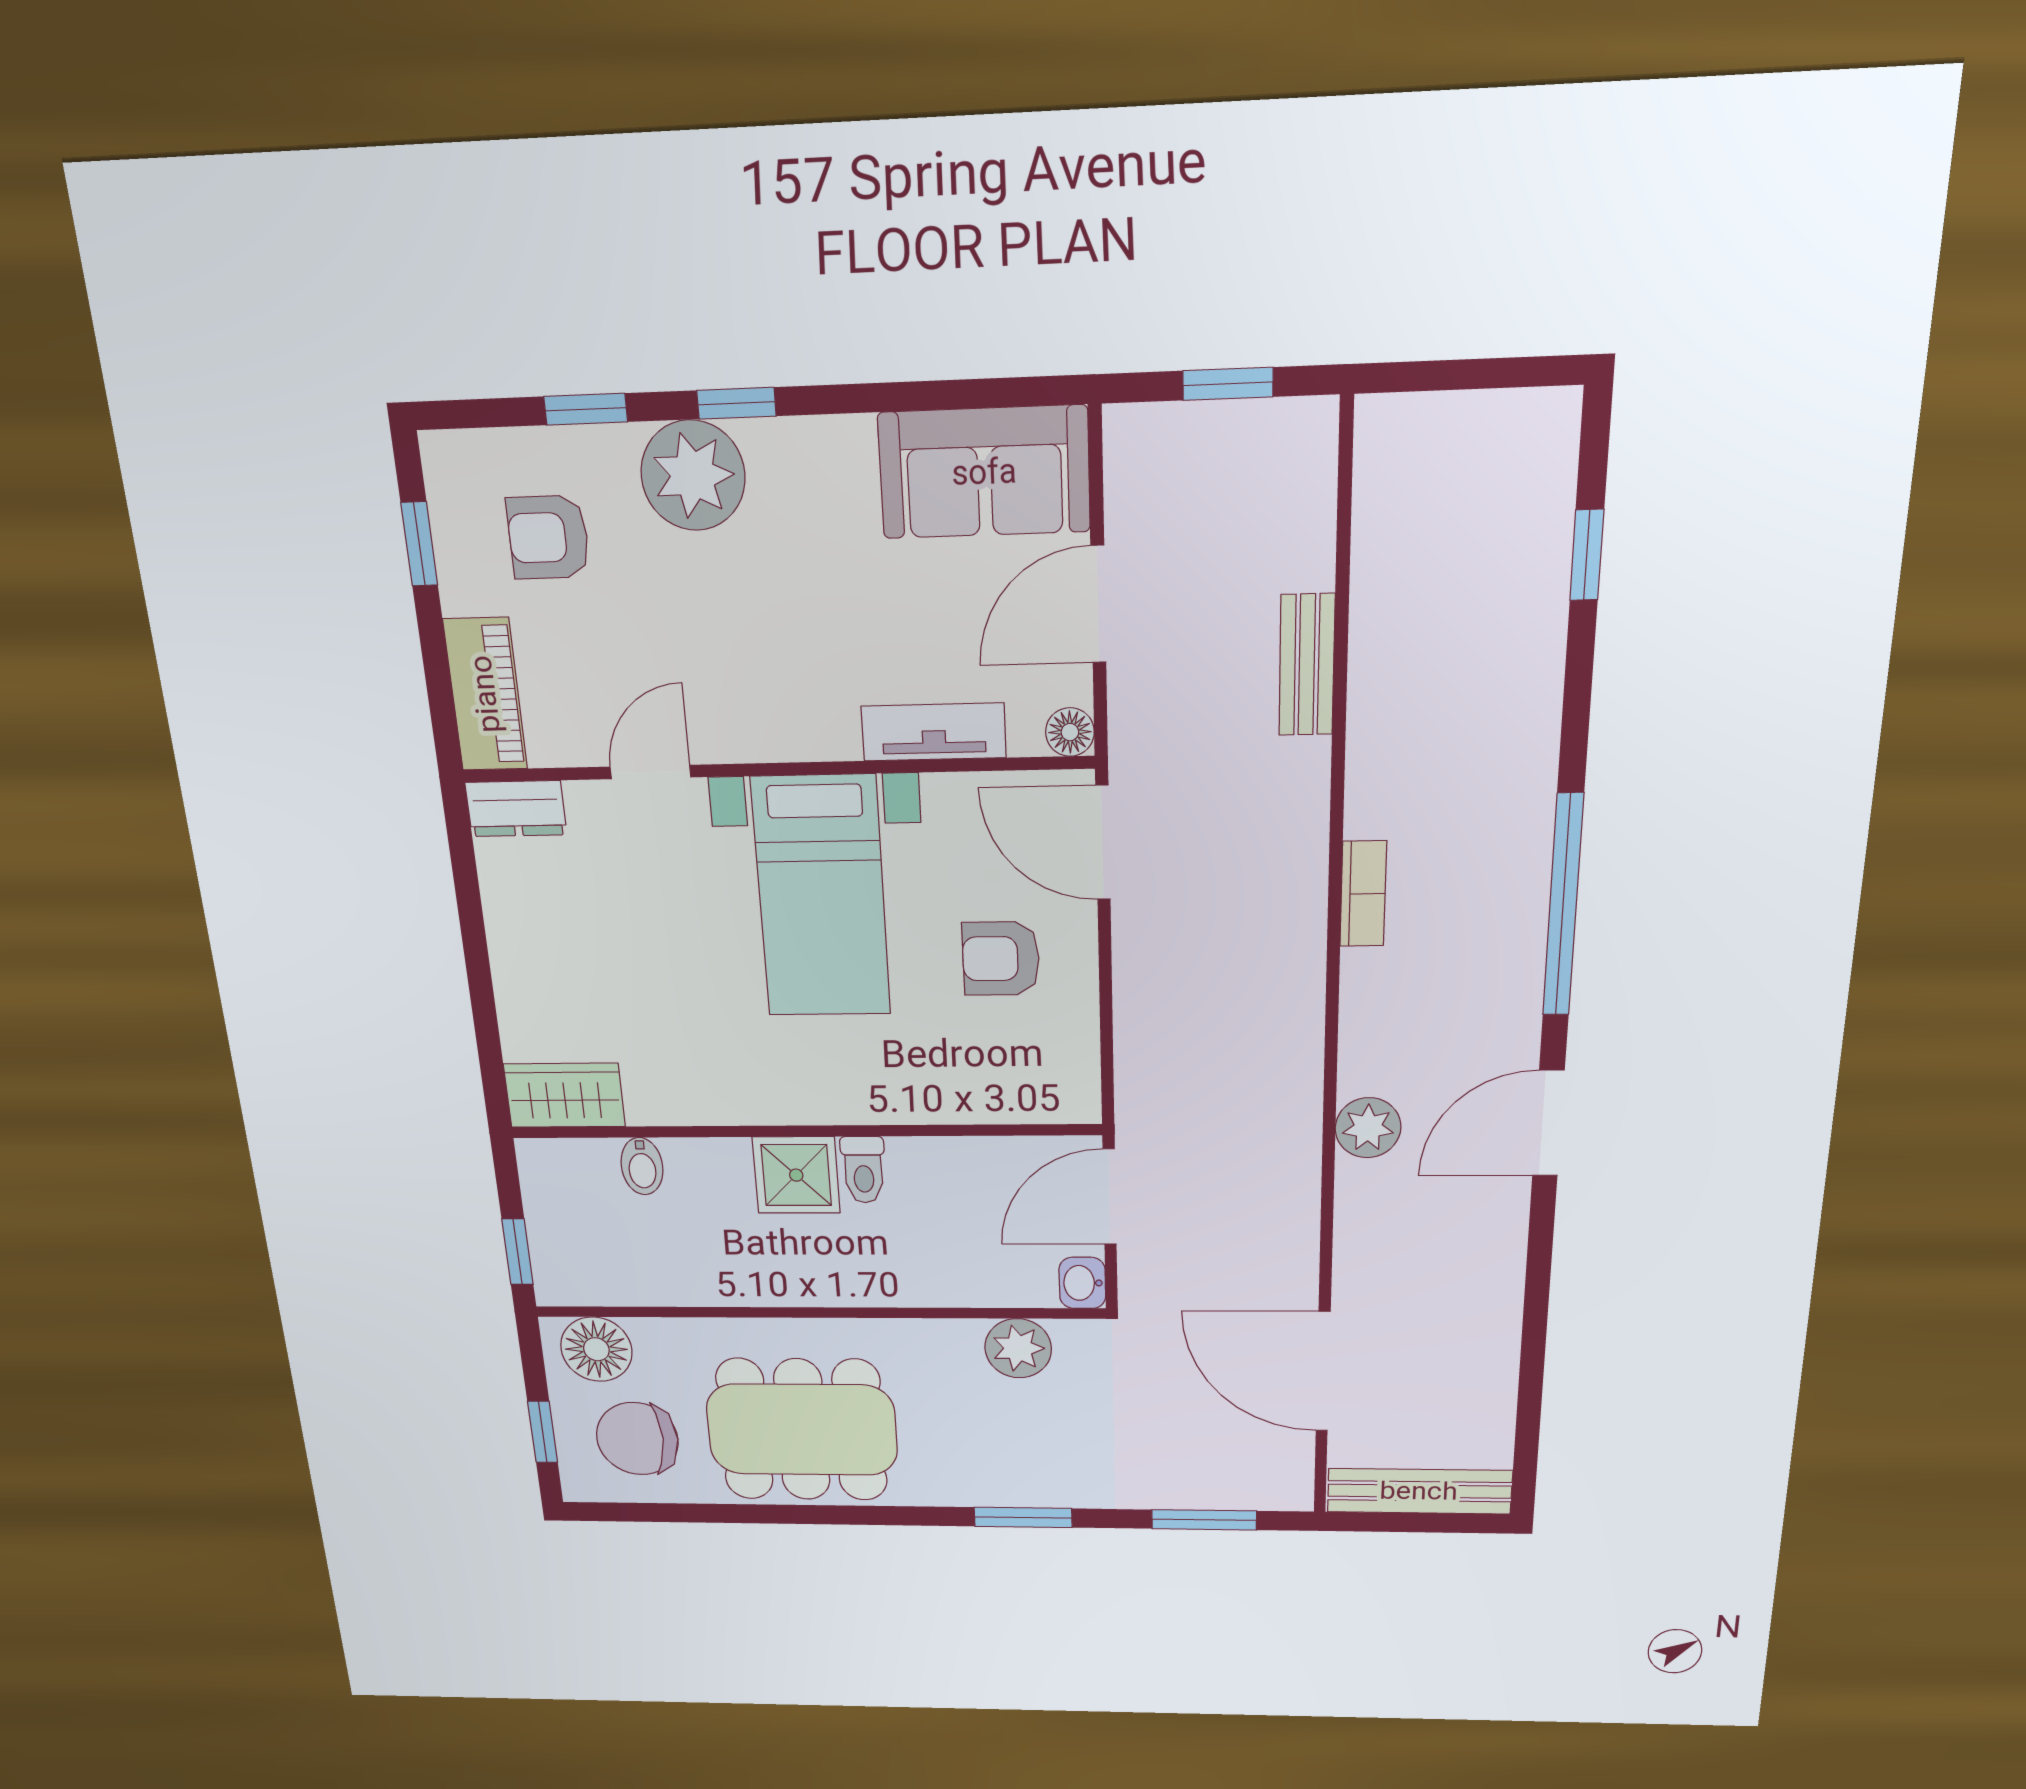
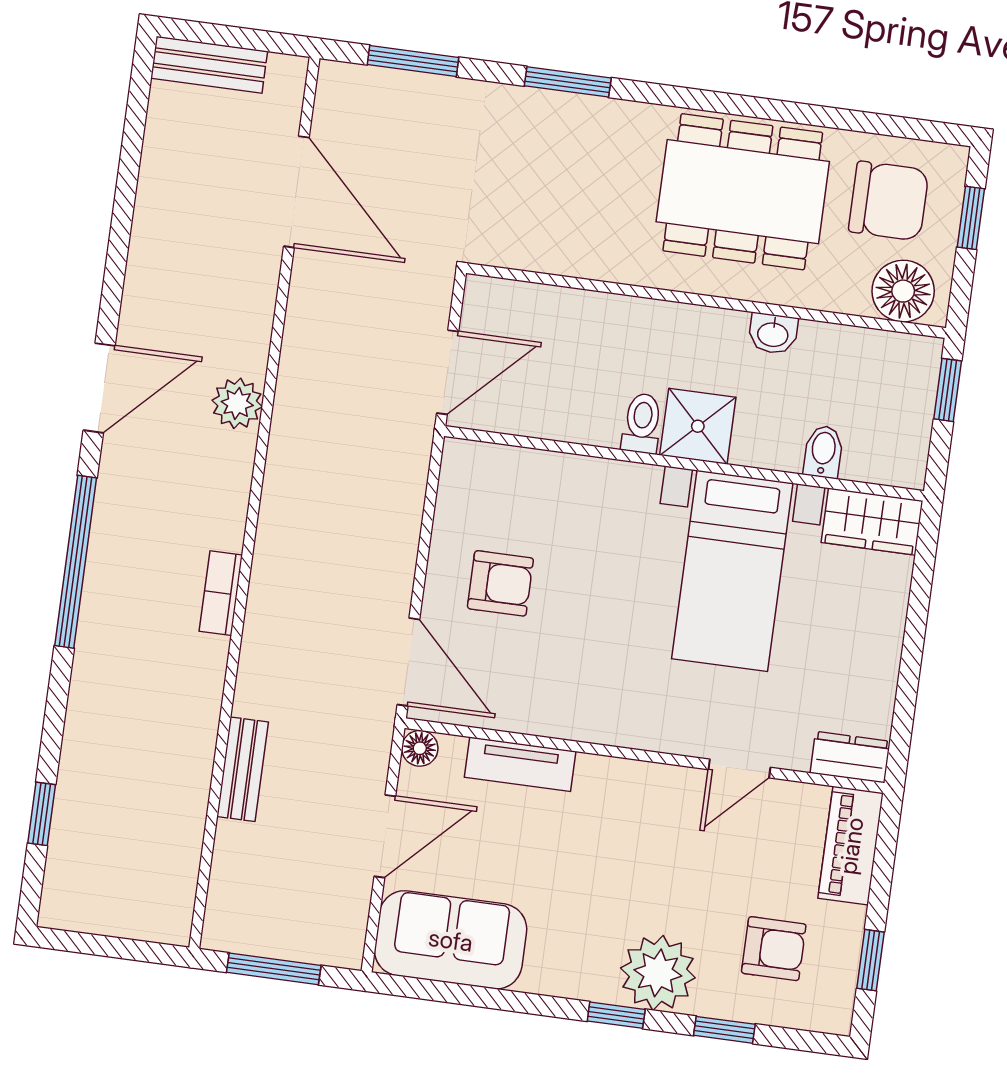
window: (1228, 384) -> (274, 969), width x1.50
bed with nightstands: (821, 897) -> (732, 571), moved, turned 180
washbasin: (1082, 1283) -> (773, 334), moved, turned 90
plant: (1018, 1348) -> (544, 246), removed
bench: (1419, 1491) -> (209, 65), width x0.73

